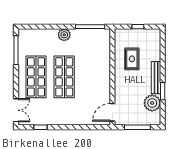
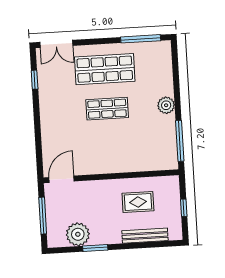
shop shelf: (64, 77) -> (107, 109), width x0.70, depth x0.74
bench: (156, 78) -> (145, 236), moved
door: (112, 112) -> (61, 179), hinge flipped

